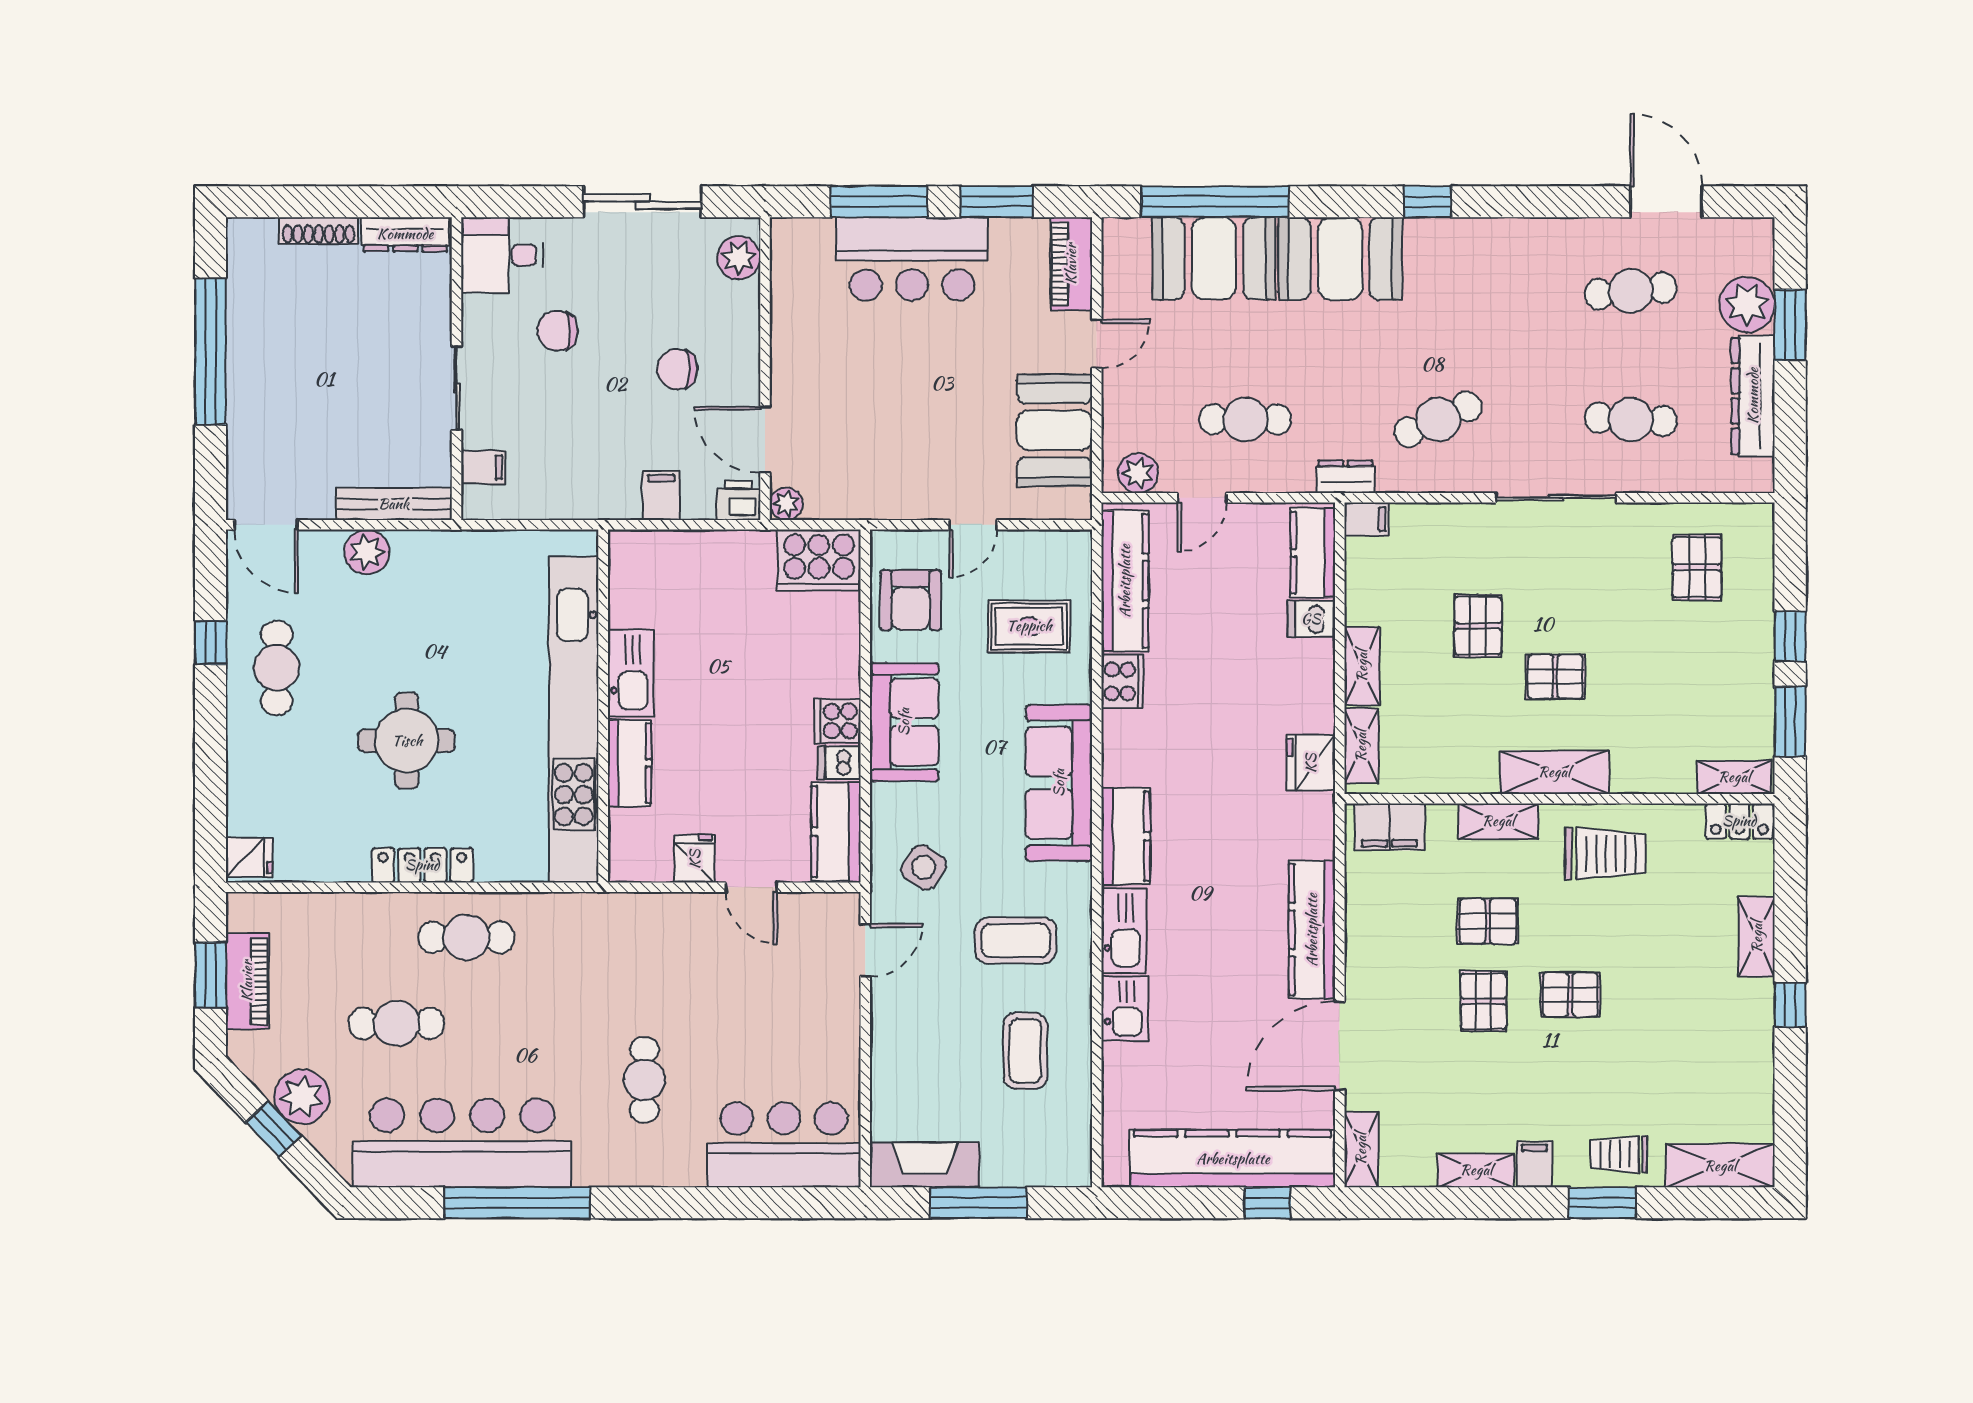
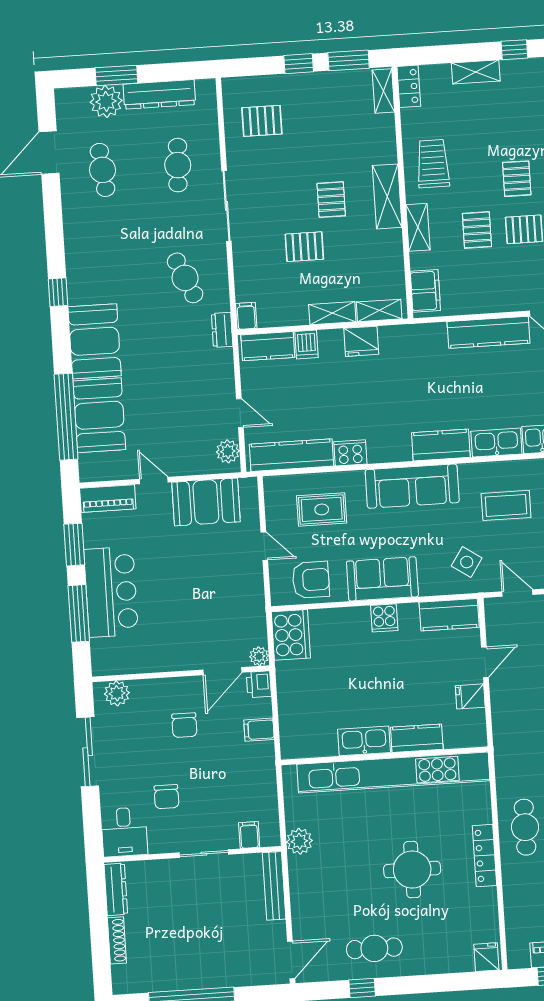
cafe table: (1245, 419) -> (192, 391), removed
plant: (367, 552) -> (299, 841), moved
rug: (1029, 626) -> (322, 509), turned 90
dishwasher: (839, 763) -> (409, 615), removed
fridge: (1311, 763) -> (361, 341), moved
coffee table: (1016, 940) -> (506, 505), turned 90

